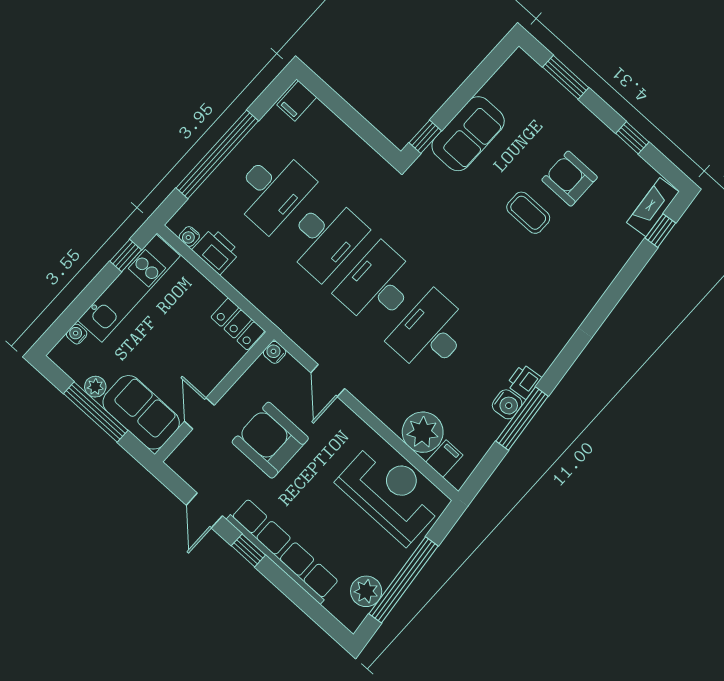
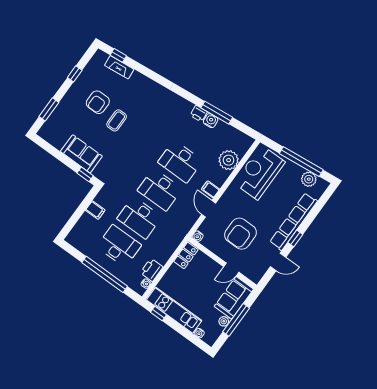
filing cabinet: (297, 101) -> (95, 210), moved
fireplace: (653, 207) -> (119, 67), moved
desk: (325, 238) -> (139, 218), turned 180
door: (328, 381) -> (209, 209), swing flipped
filing cabinet: (444, 459) -> (210, 189), moved

